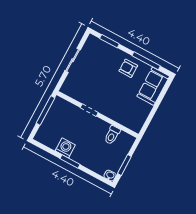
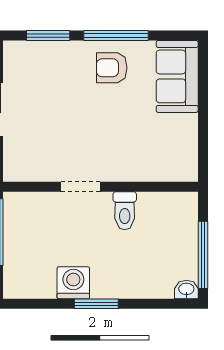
window: (146, 61) -> (116, 35), moved
toilet: (112, 135) -> (125, 211), moved
window: (124, 165) -> (203, 255), width x1.44

